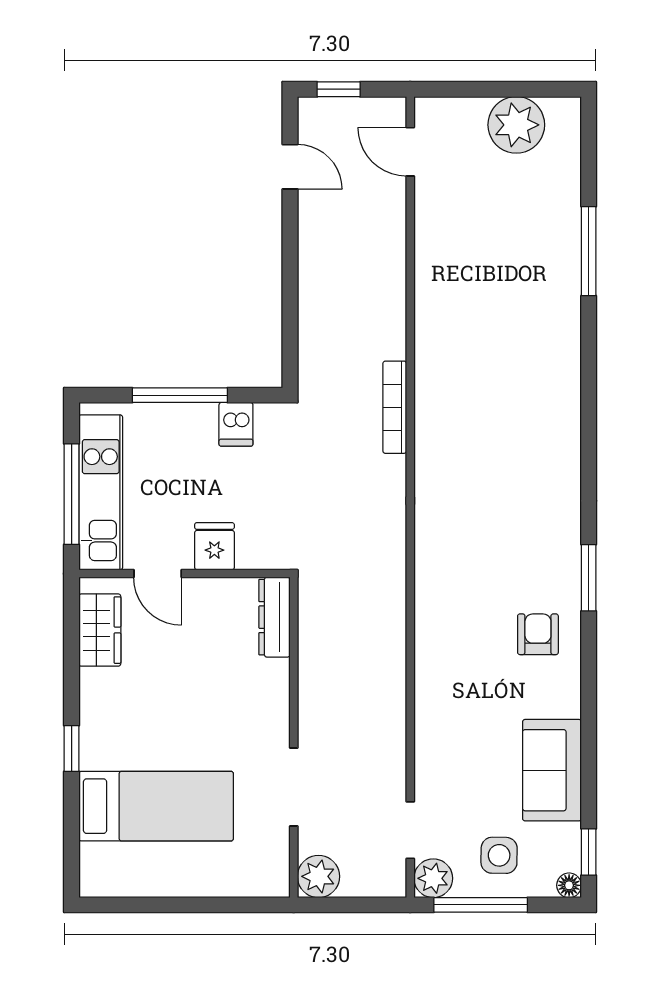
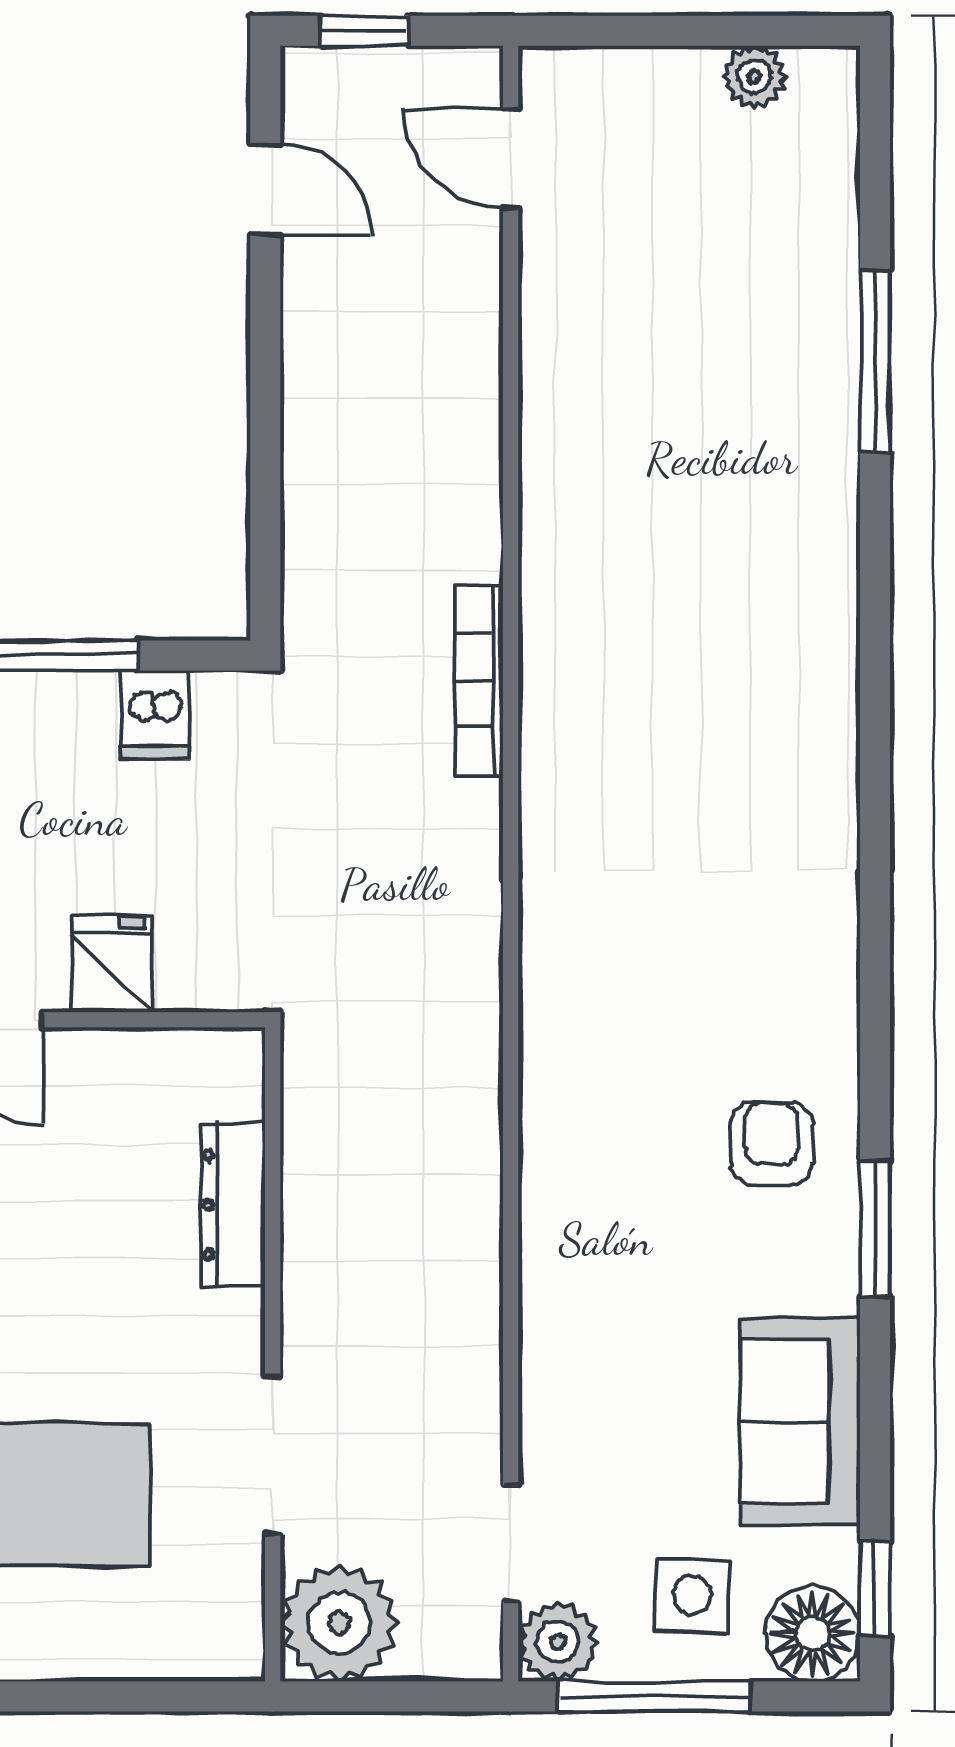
plant: (516, 125) -> (754, 77), width x0.53, depth x0.53
window: (589, 578) -> (875, 1228), moved
dresser: (274, 617) -> (233, 1205), moved
plant: (318, 876) -> (339, 1623), width x1.36, depth x1.36
floor lamp: (569, 885) -> (813, 1634), width x1.89, depth x1.89

